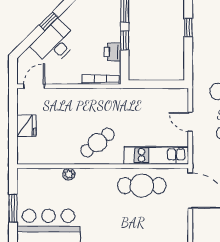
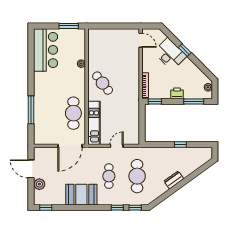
window: (125, 41) -> (155, 101), moved
printer: (113, 52) -> (177, 93), moved
fridge: (26, 126) -> (114, 35), removed
window: (13, 208) -> (69, 26), moved

